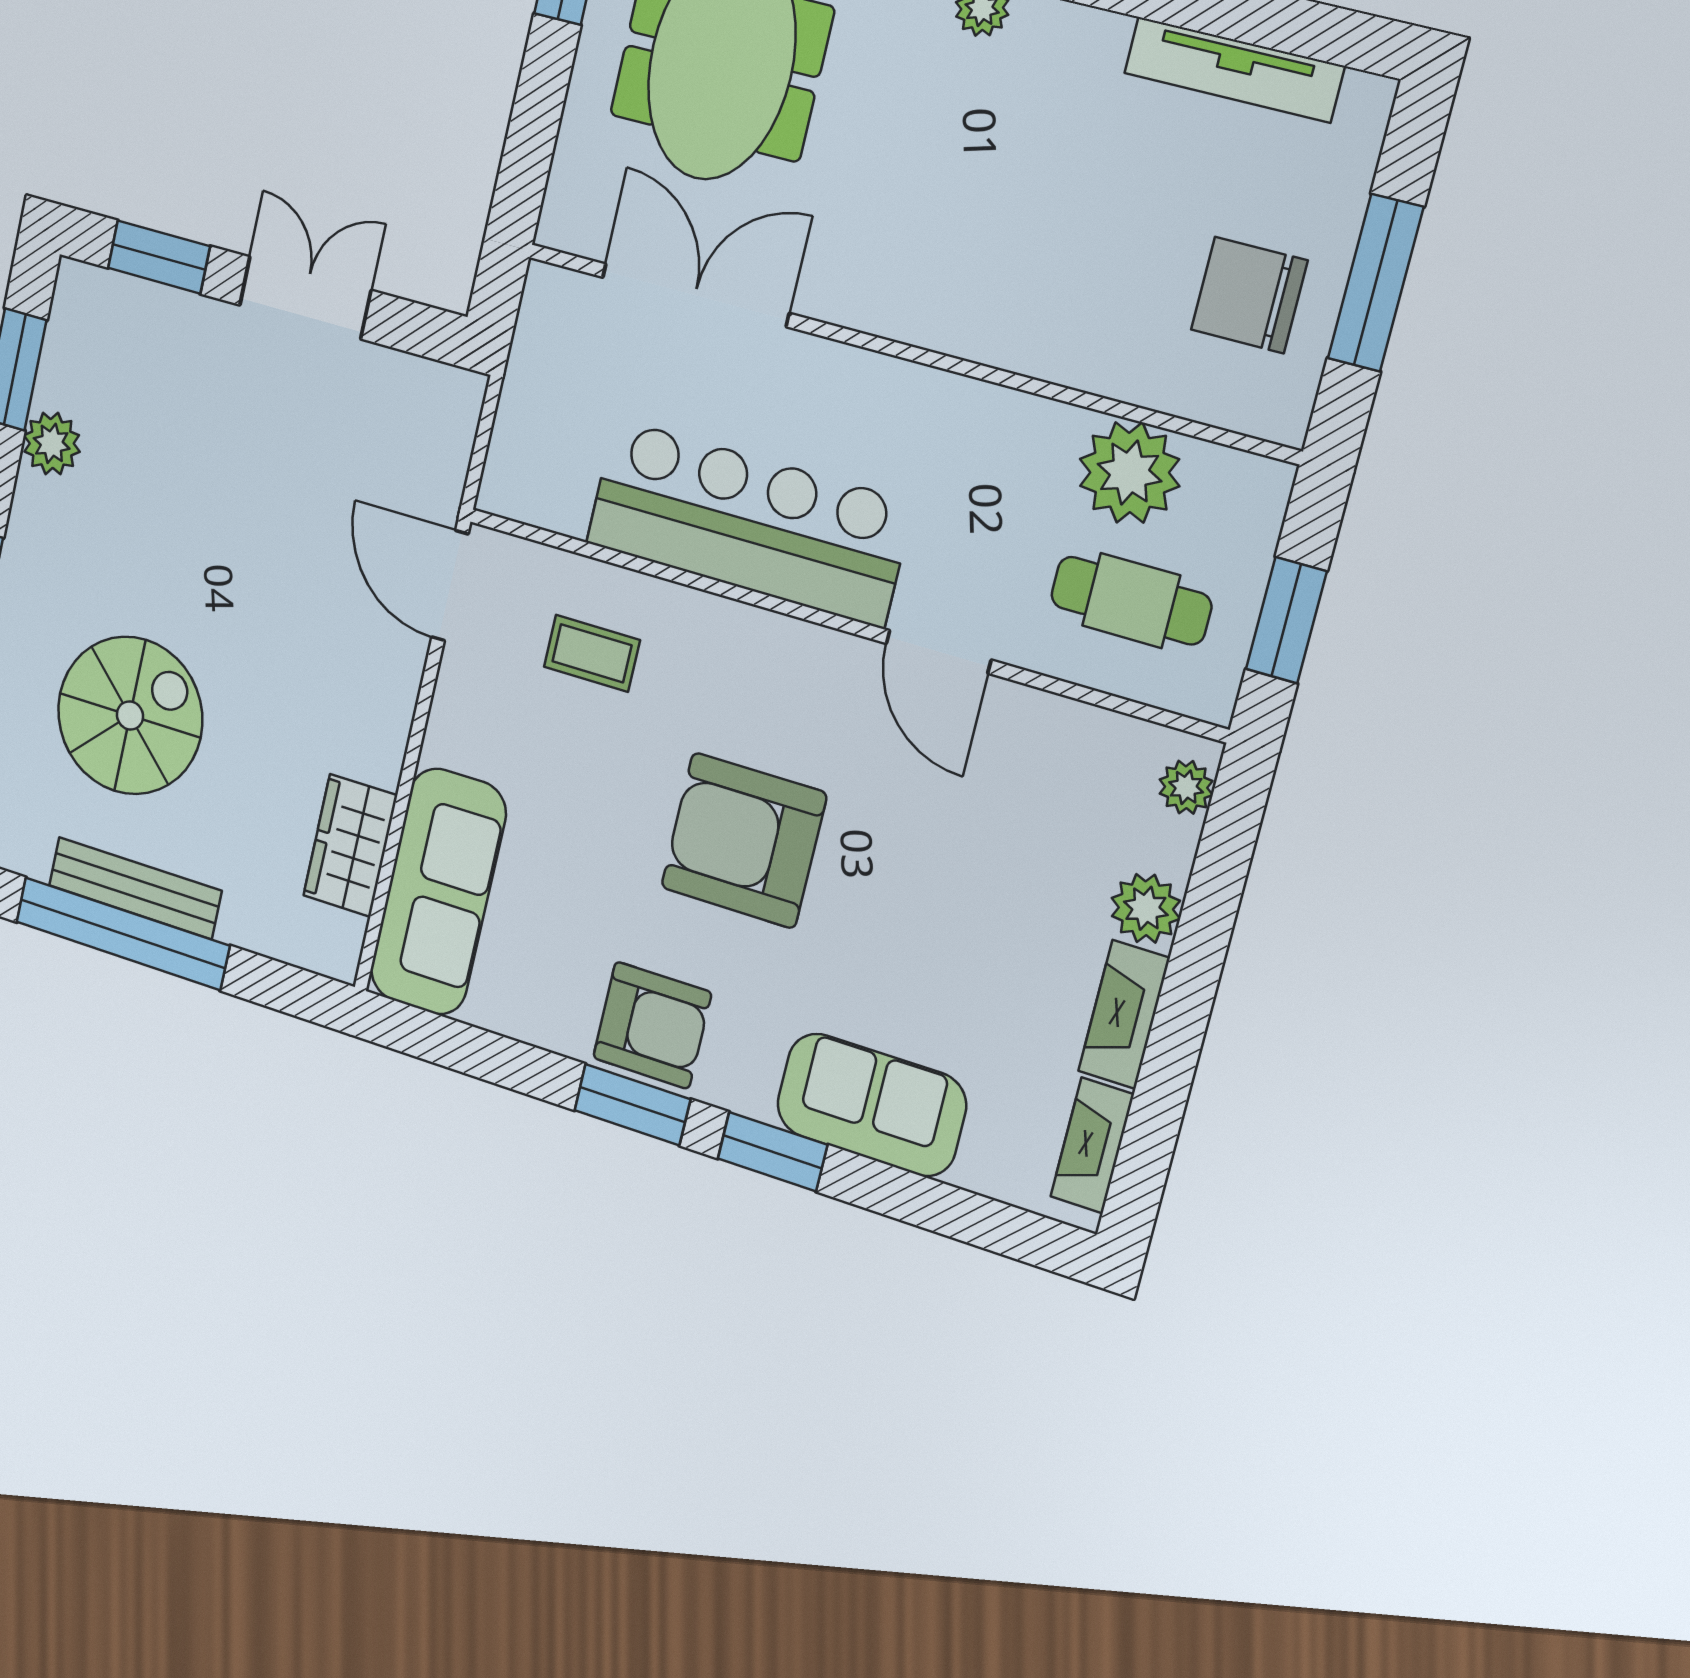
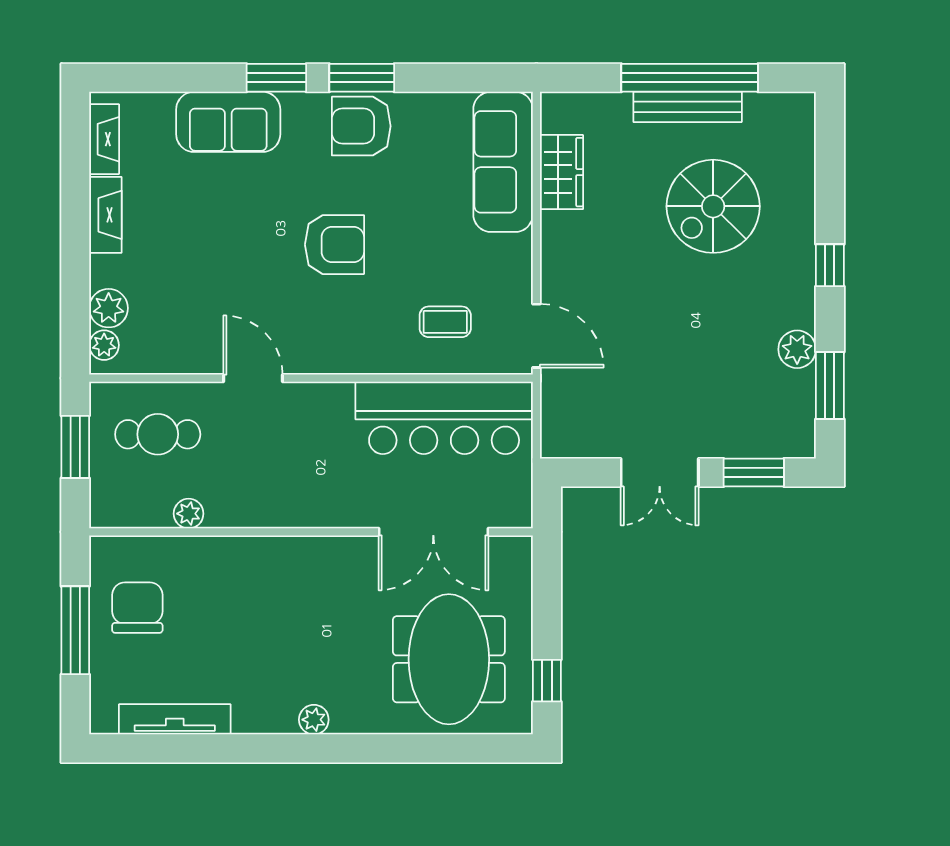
chair: (1249, 295) -> (137, 608), turned -90
plant: (1130, 473) -> (189, 514), width x0.53, depth x0.53
bar counter: (748, 523) -> (444, 418), moved
armchair: (744, 840) -> (335, 245), width x0.73, depth x0.73
plant: (1146, 908) -> (109, 308), moved

